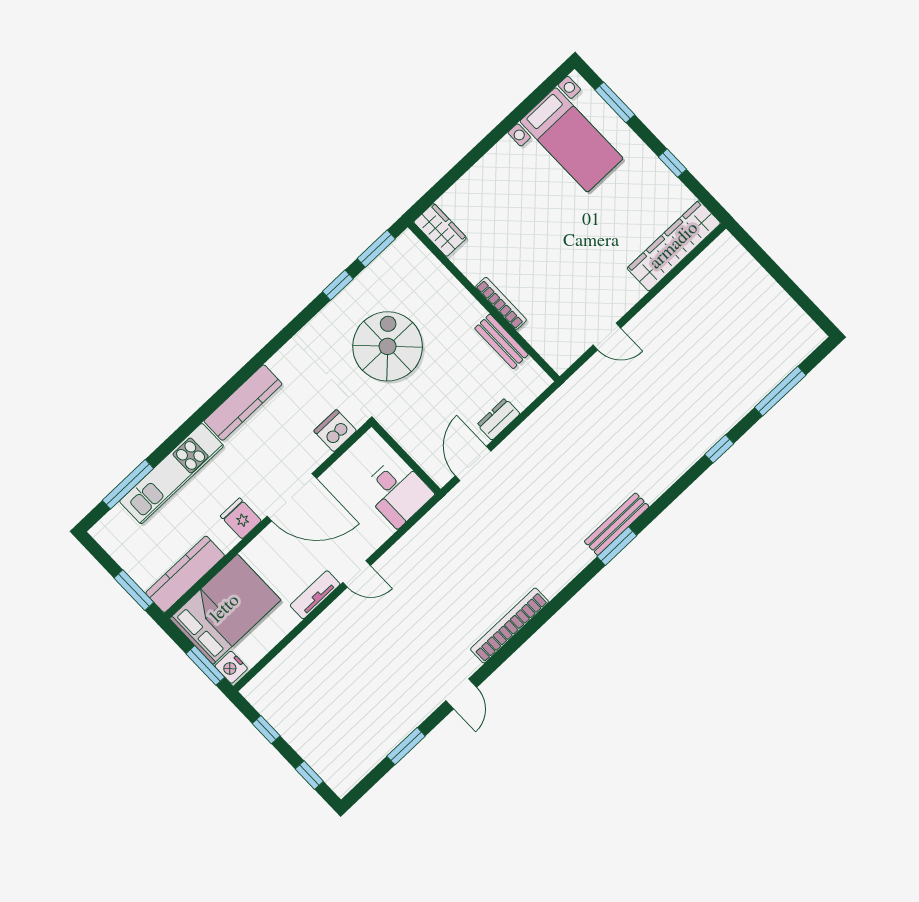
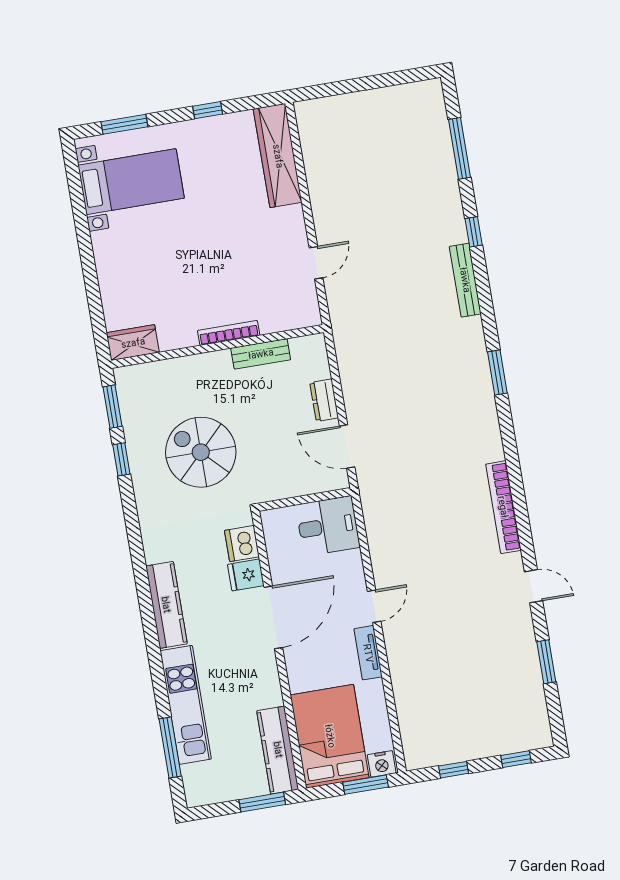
fridge: (241, 518) -> (246, 575), moved
bench: (617, 524) -> (465, 280), moved

